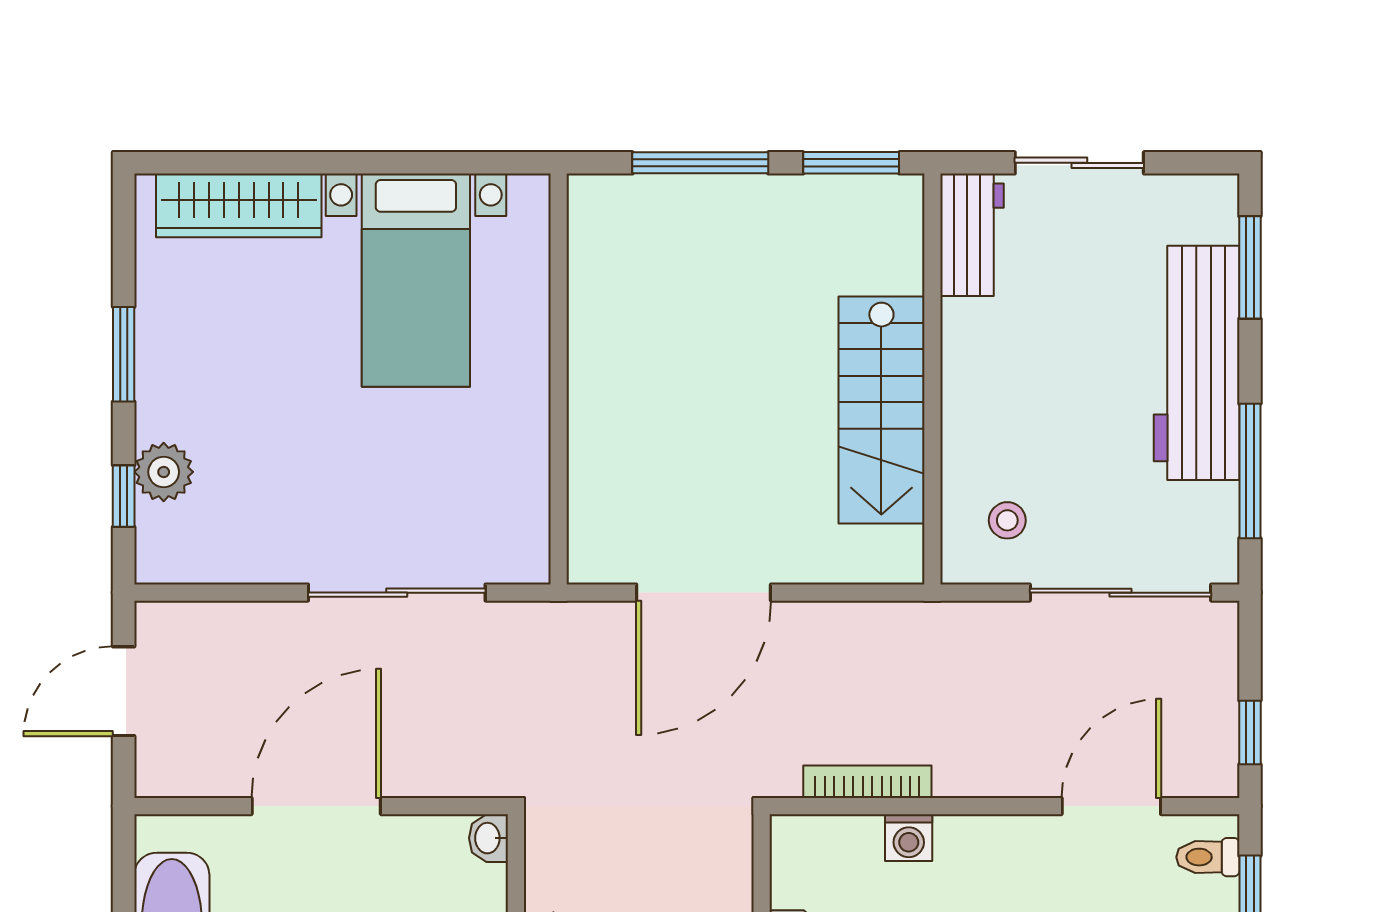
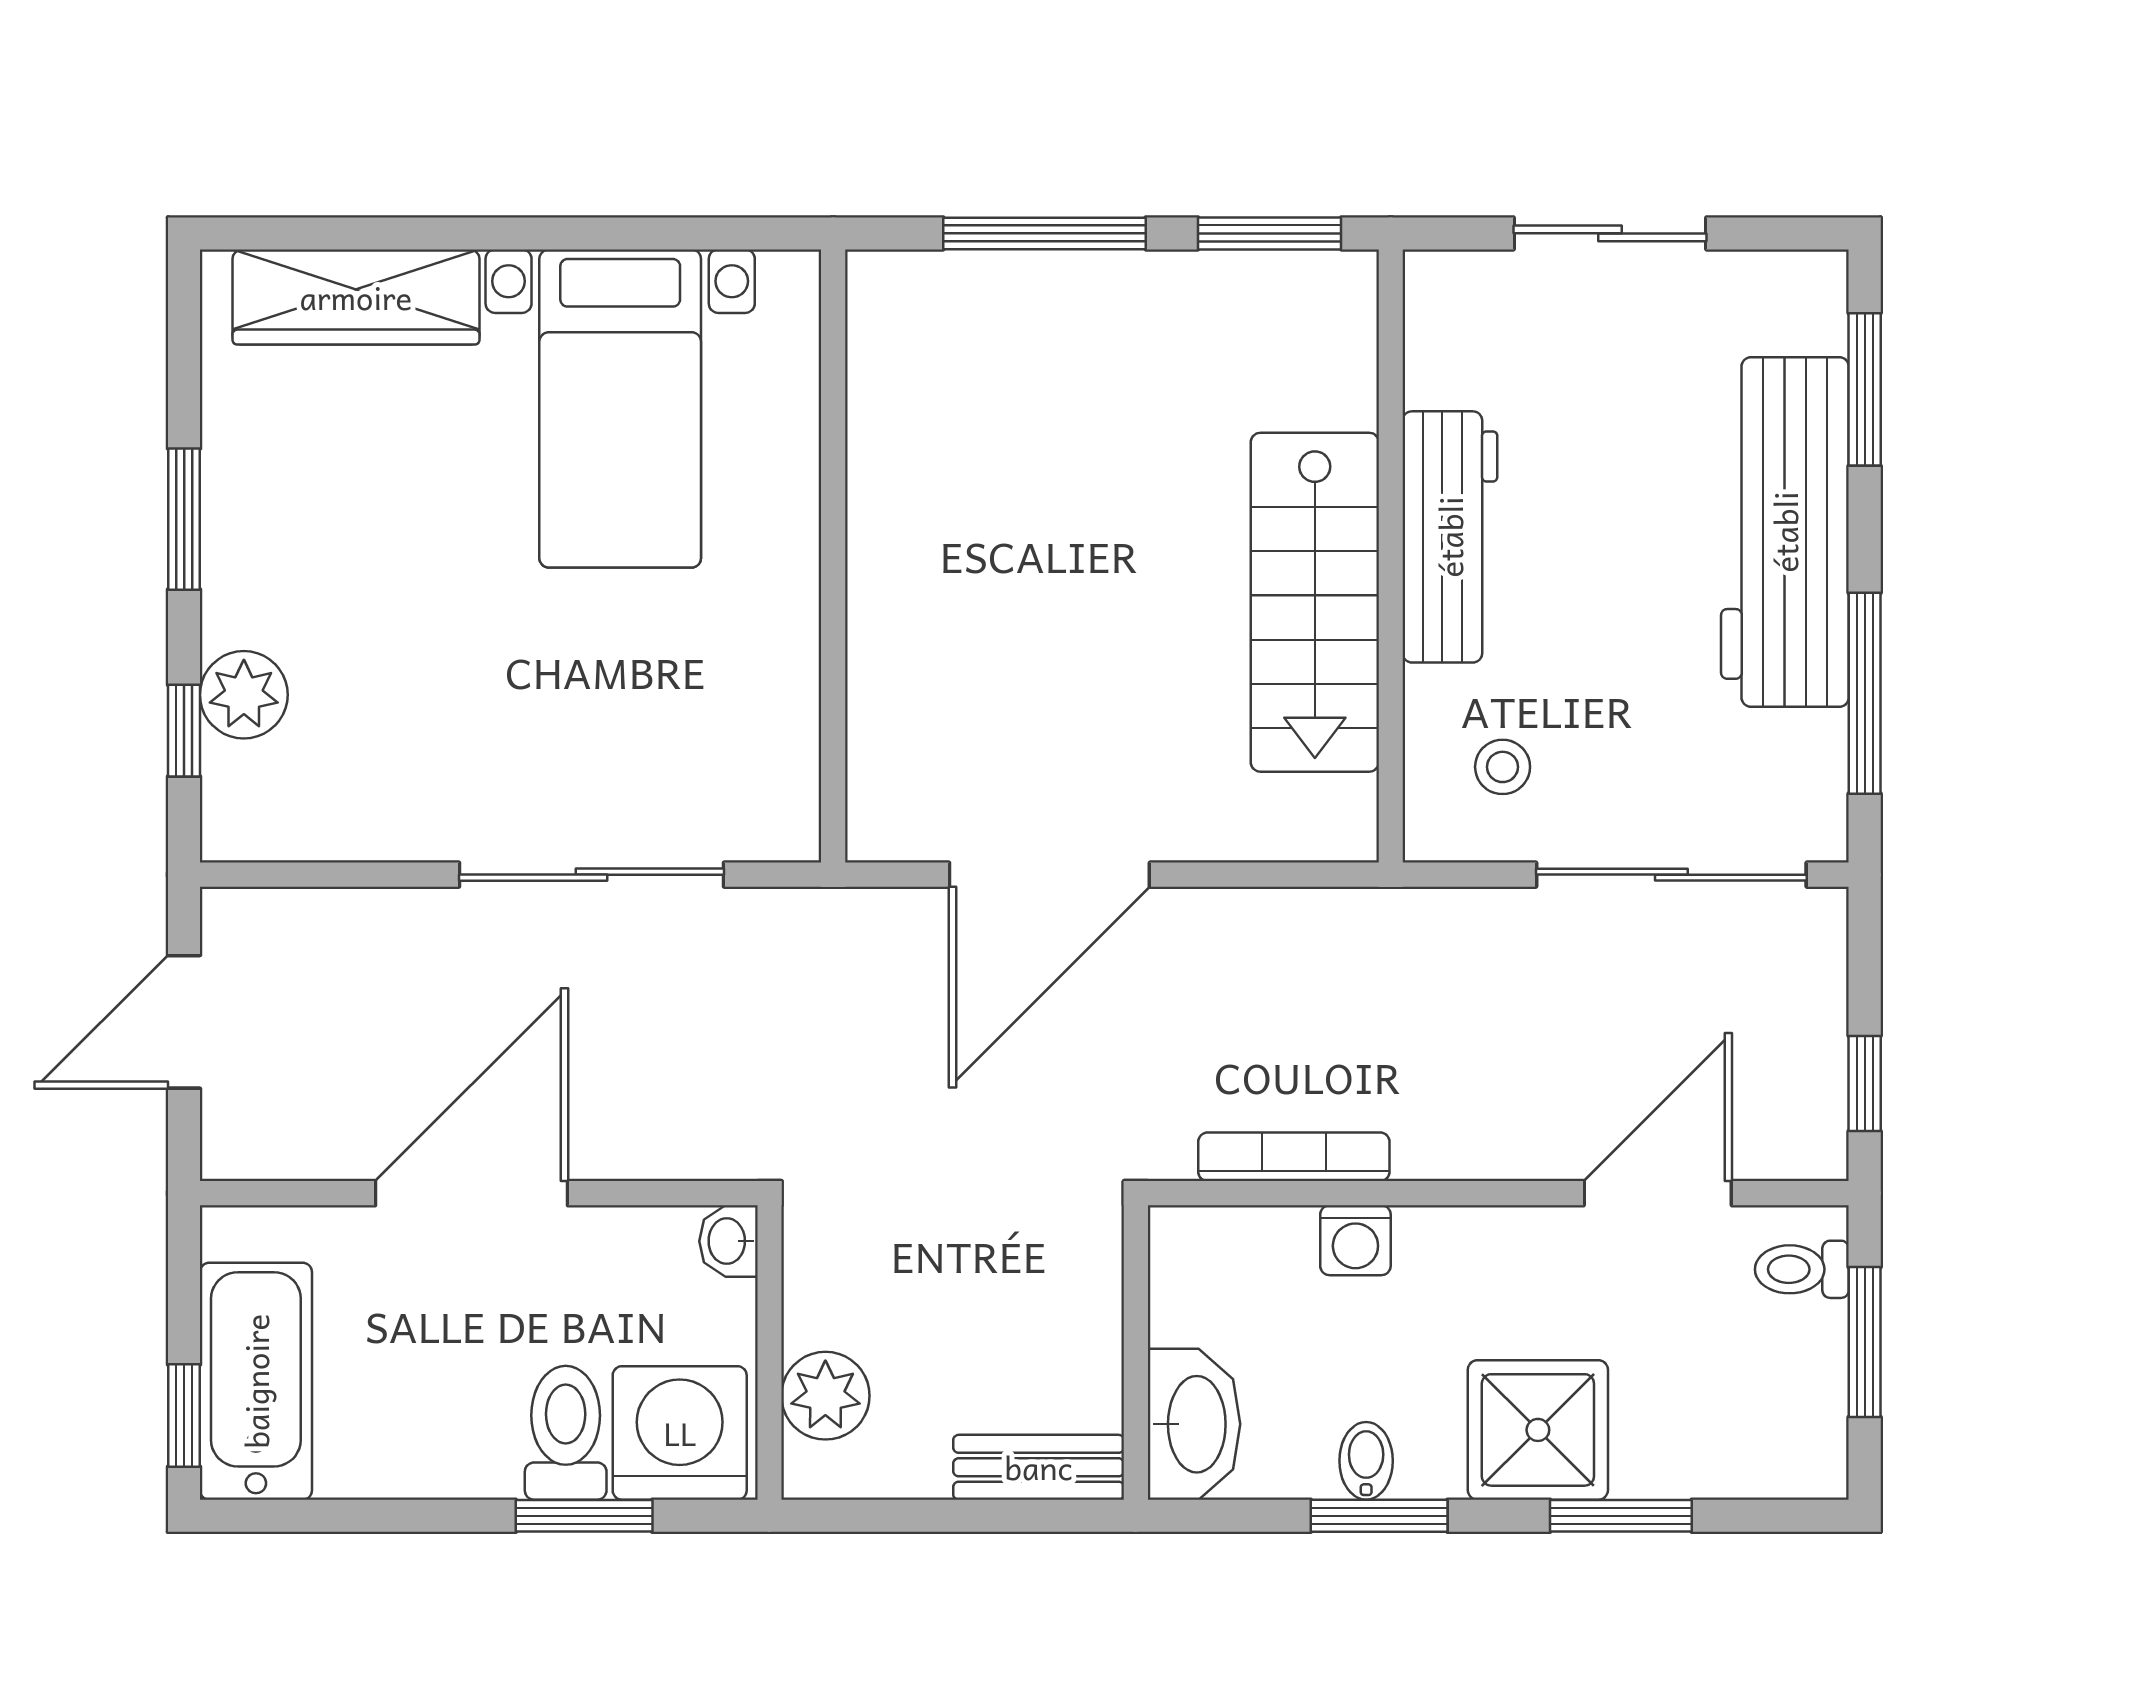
workbench: (972, 235) -> (1450, 537), moved, width x1.38

